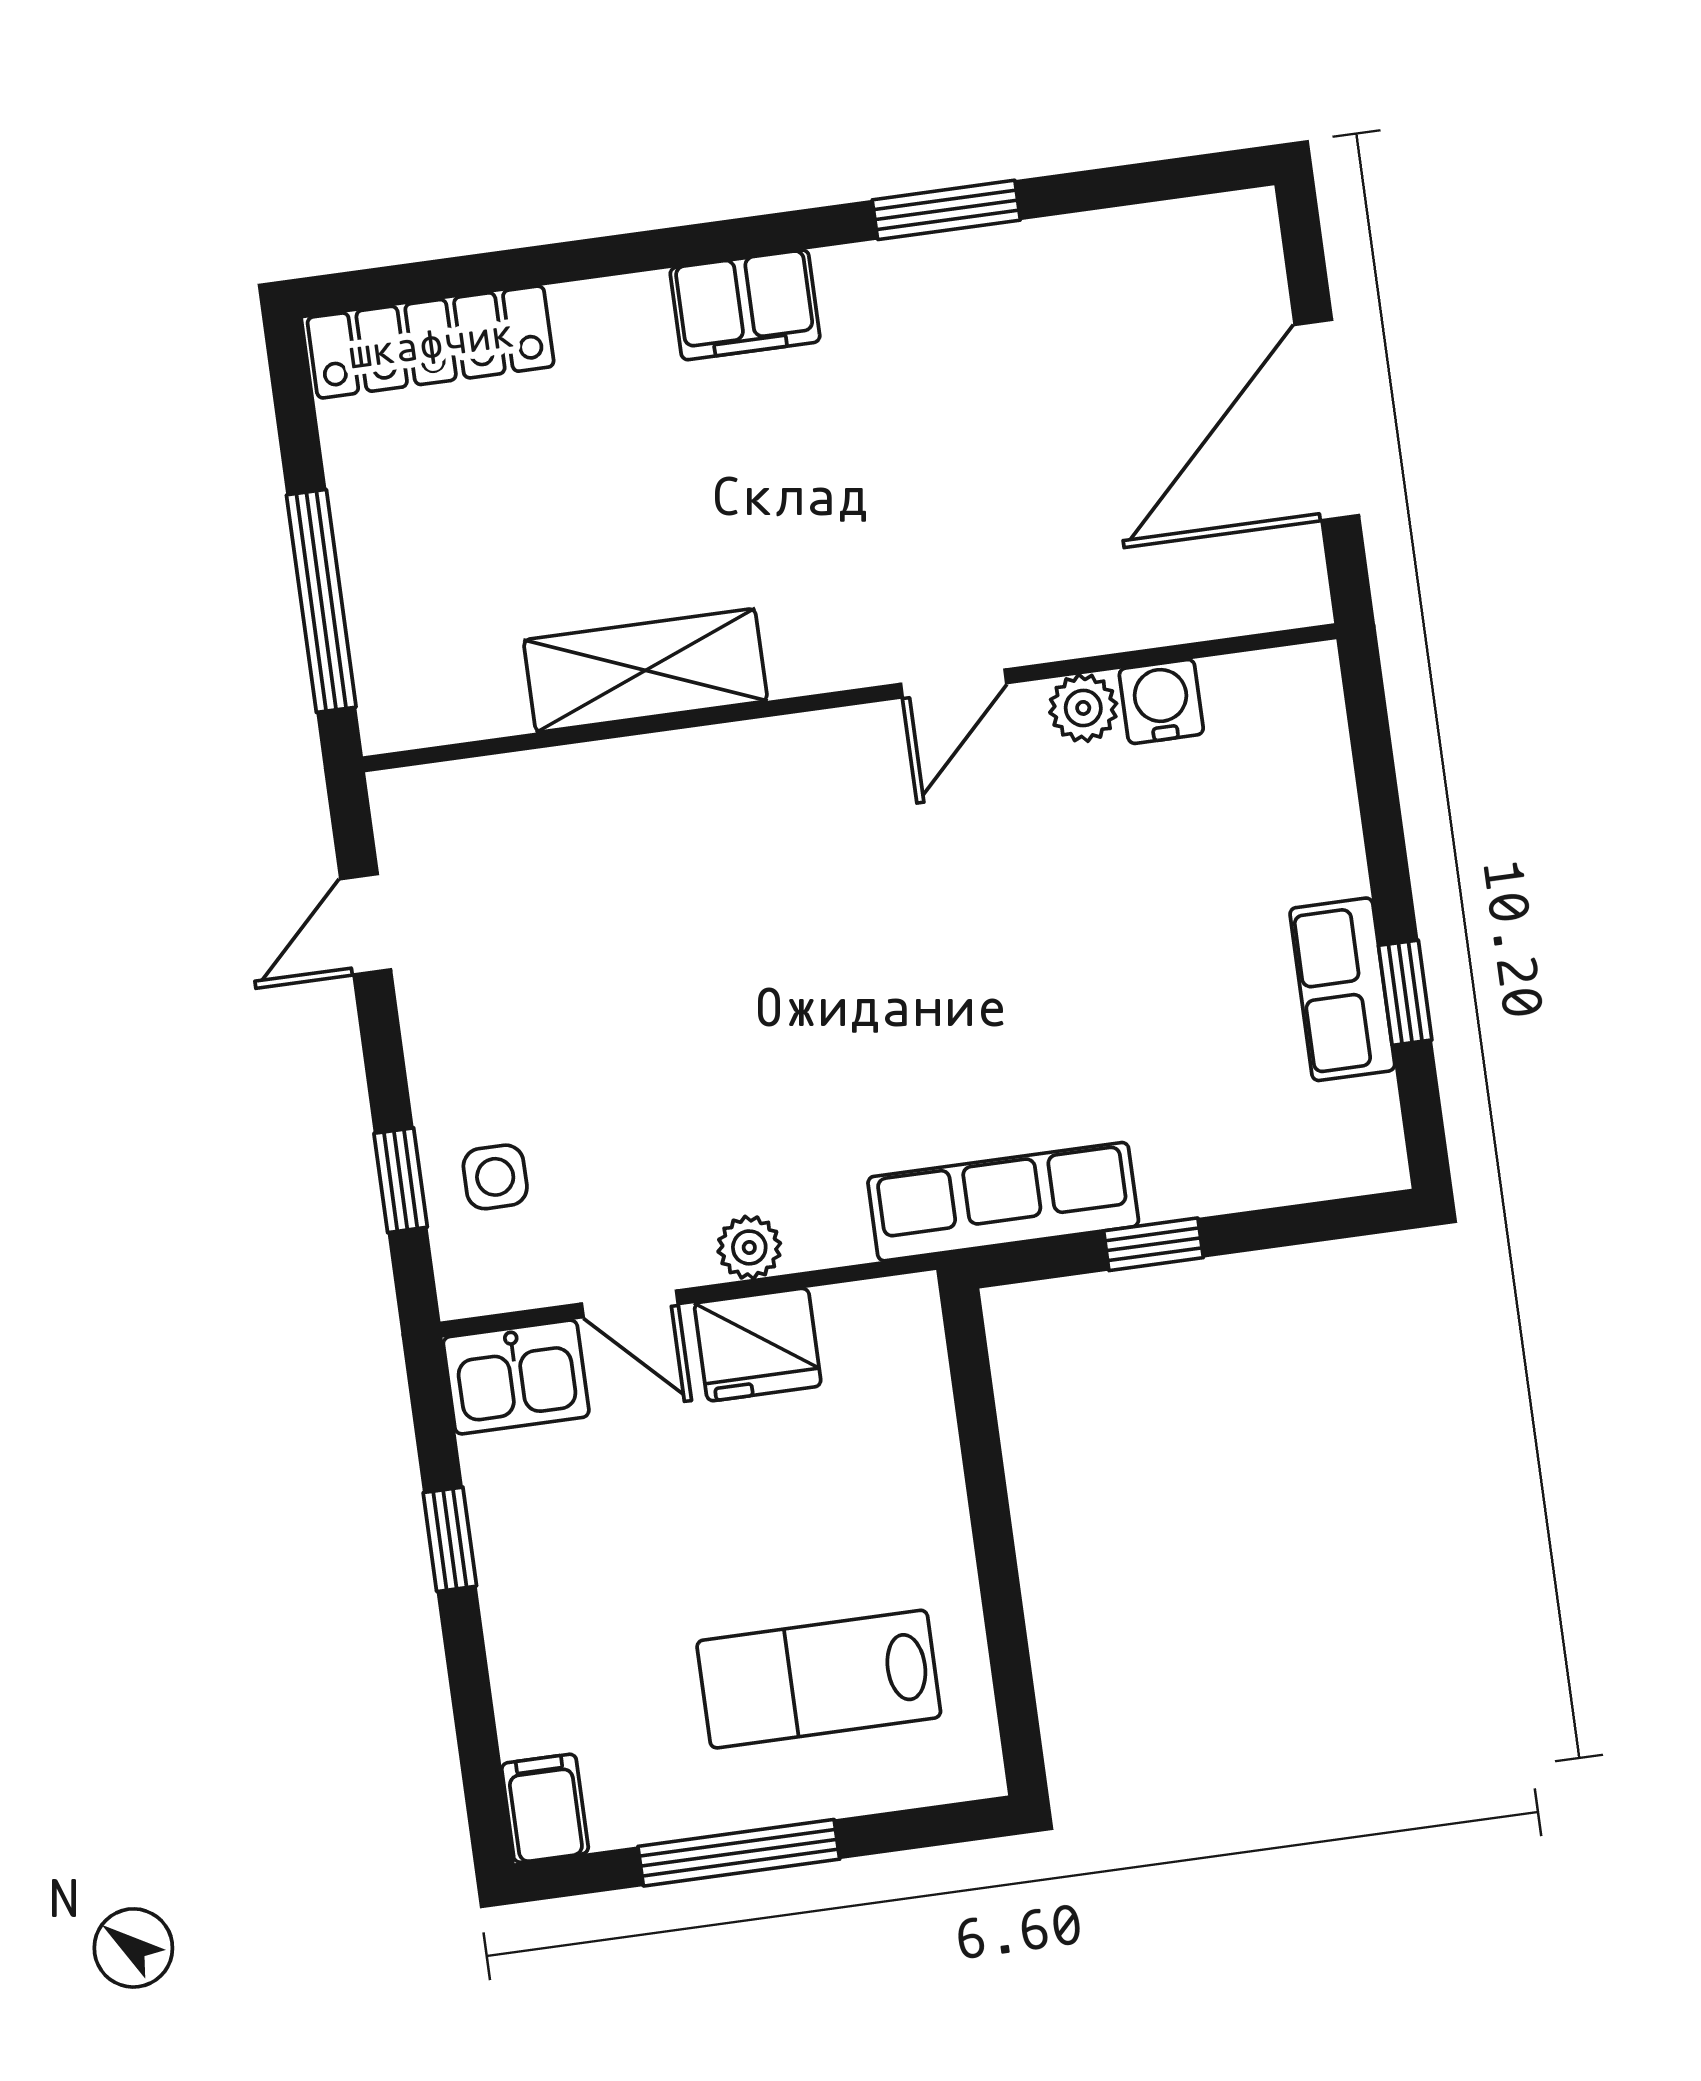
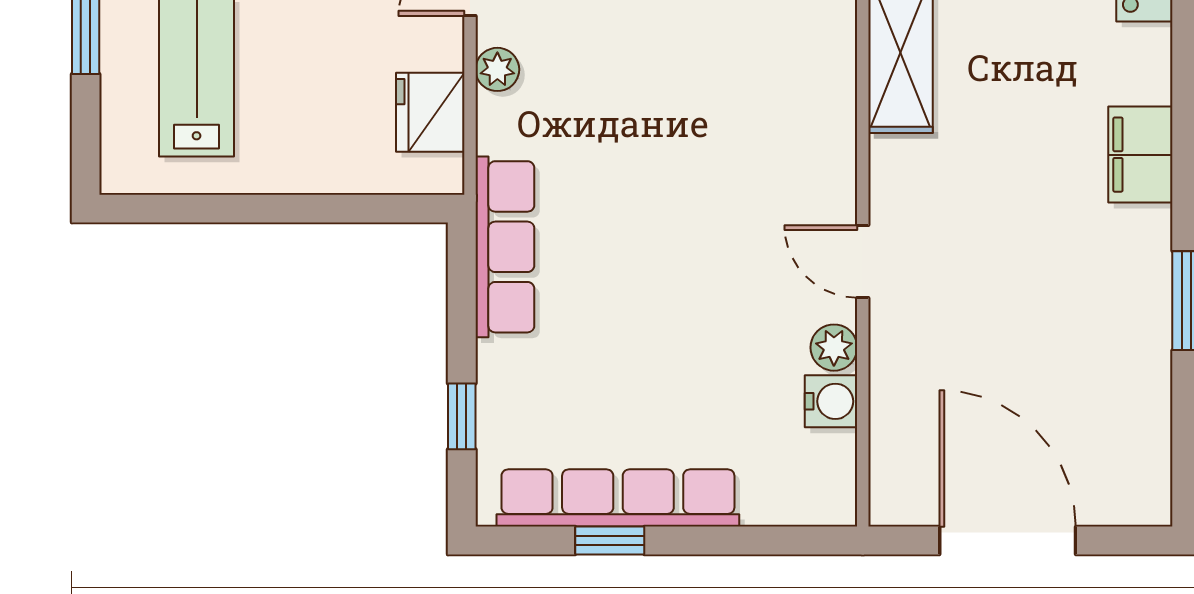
row of seats: (1342, 989) -> (618, 498), width x2.02
window: (1153, 1244) -> (462, 416), moved
fridge: (758, 1345) -> (430, 112), moved

